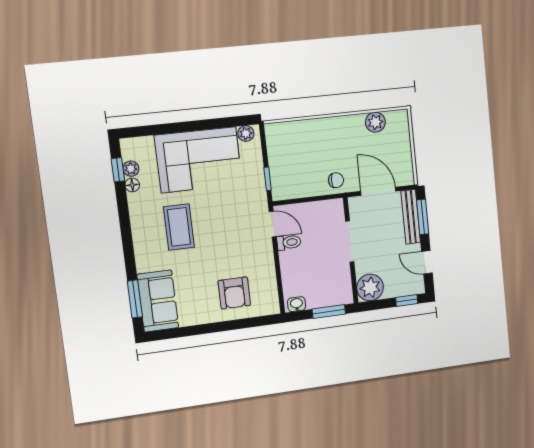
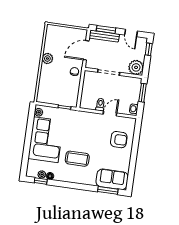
plant: (375, 122) -> (47, 58), moved
door: (273, 224) -> (110, 114), moved
door: (427, 262) -> (131, 33), hinge flipped

